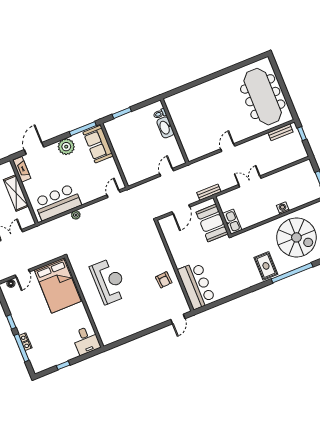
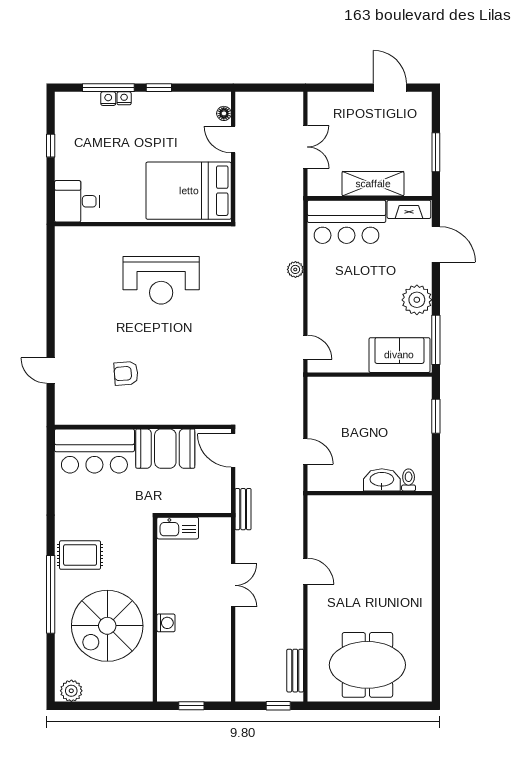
meeting table: (263, 97) -> (367, 665), width x0.73
bar counter: (58, 202) -> (347, 222), moved, turned 90
booth: (212, 223) -> (165, 449), moved
wall: (174, 266) -> (143, 427), moved
bar counter: (197, 285) -> (94, 451), moved

